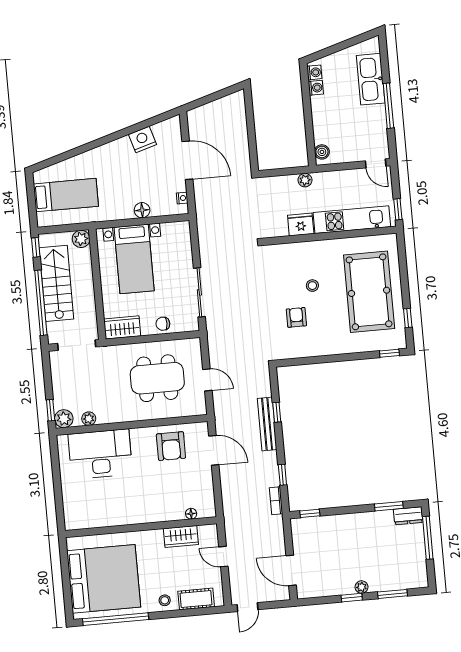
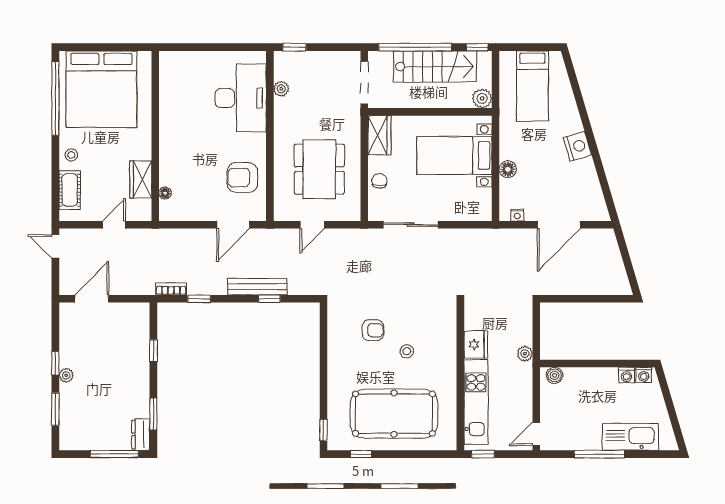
nightstand: (143, 139) -> (577, 146), moved
plant: (64, 419) -> (284, 61), removed
window: (310, 513) -> (153, 351), moved

